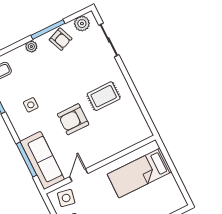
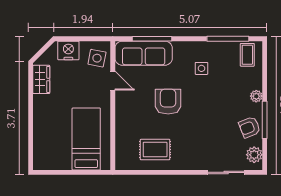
rug: (104, 96) -> (155, 150), moved, turned 90

